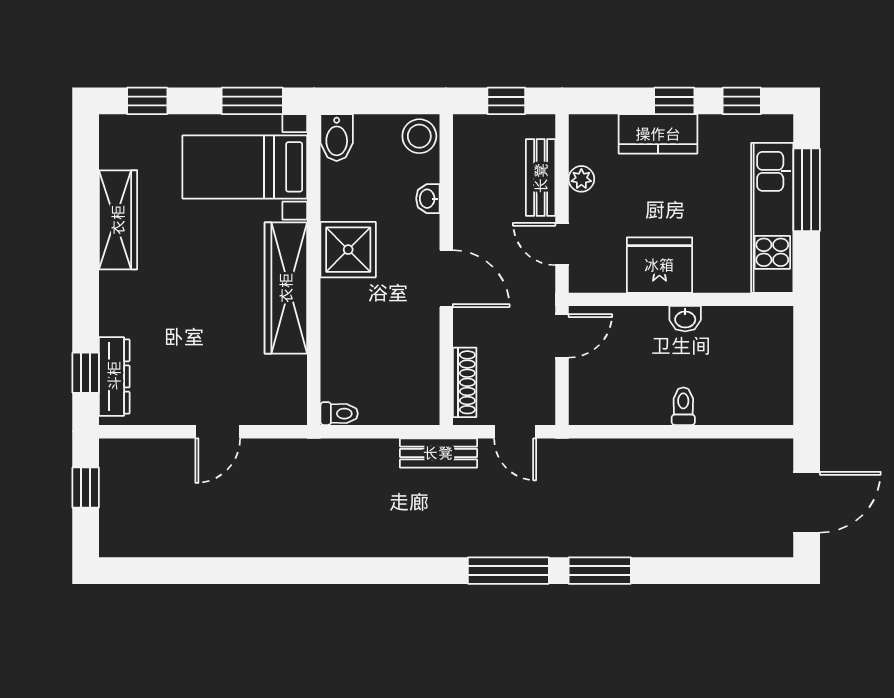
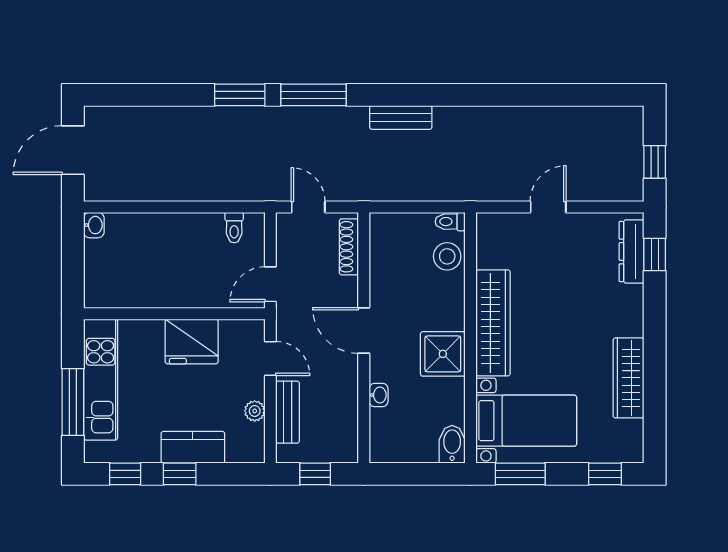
stool: (419, 136) -> (447, 256), moved
washbasin: (685, 319) -> (94, 225), moved, turned 90
toilet: (683, 406) -> (234, 228), moved
bench: (438, 453) -> (401, 117), moved

